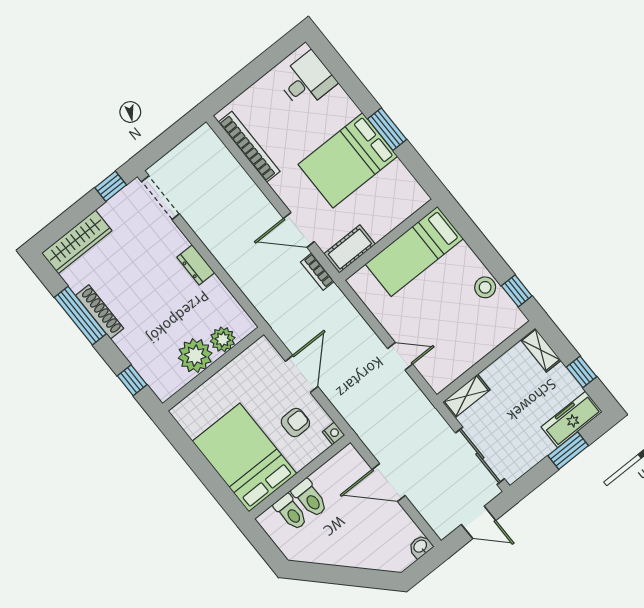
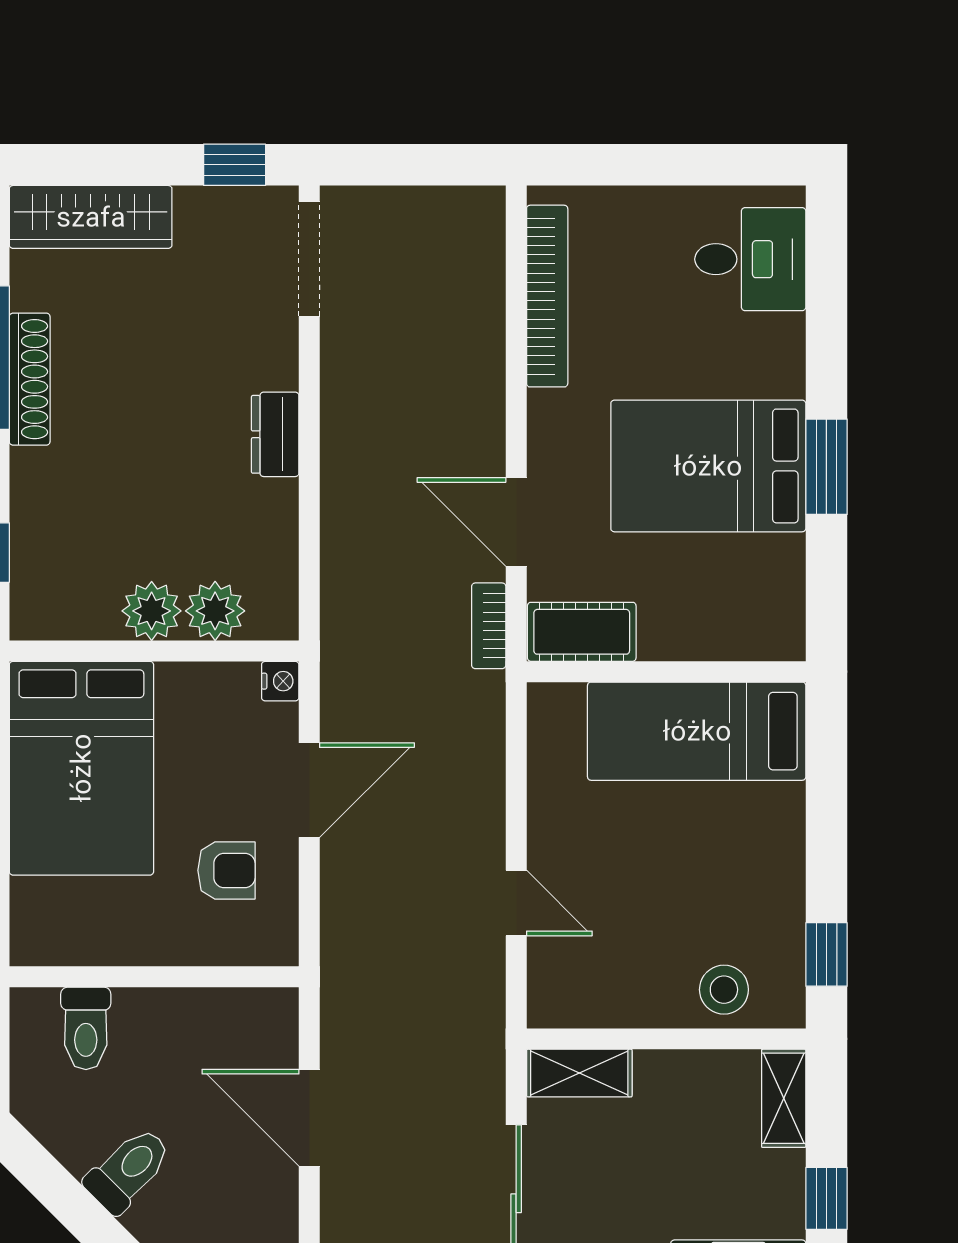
stool: (485, 287) -> (724, 990), moved
plant: (195, 356) -> (152, 611), width x0.73, depth x0.73
nightstand: (334, 433) -> (280, 681), moved
bed: (244, 457) -> (81, 768), moved, turned 180
toilet: (310, 498) -> (128, 1170), moved, turned -135

